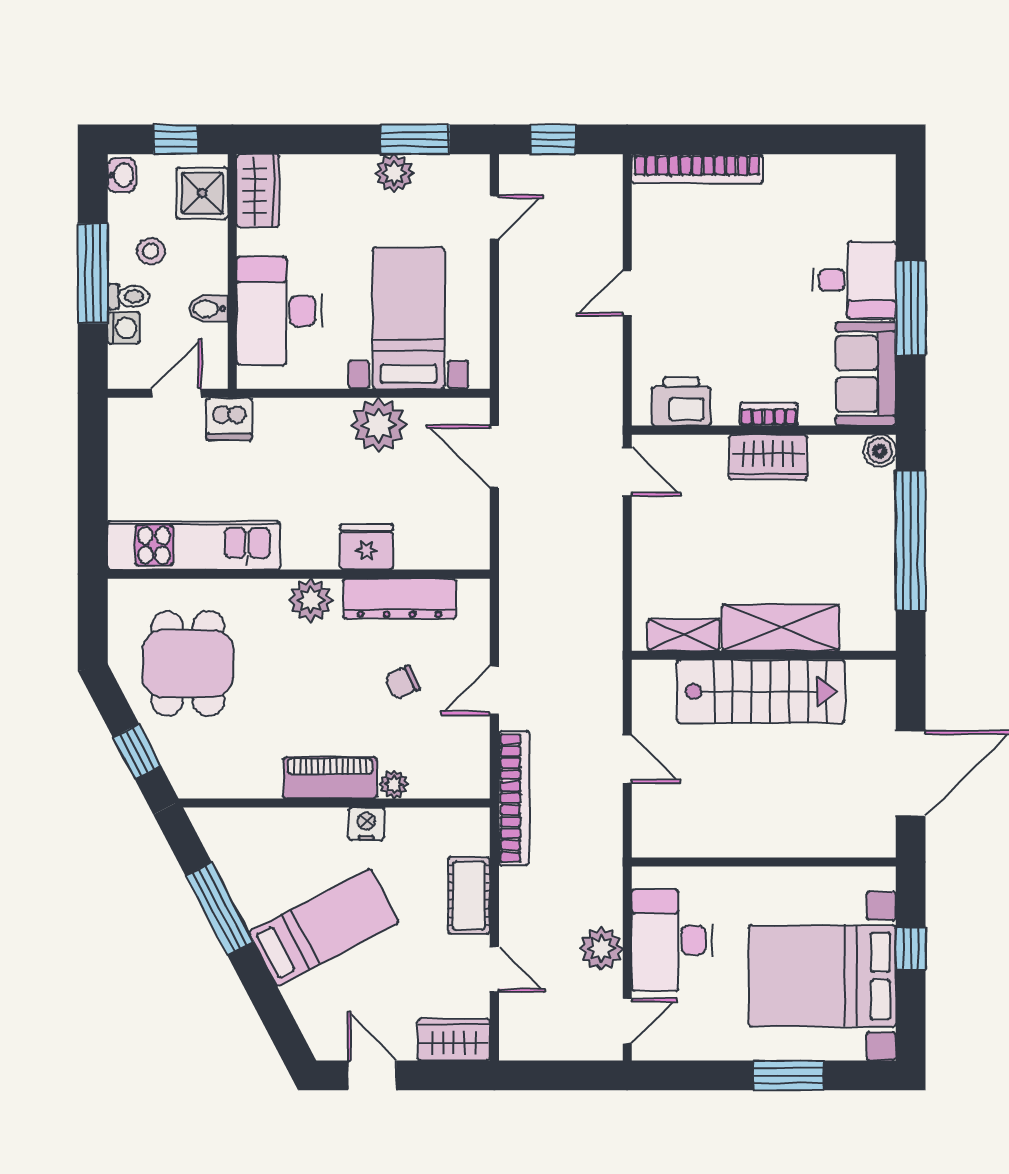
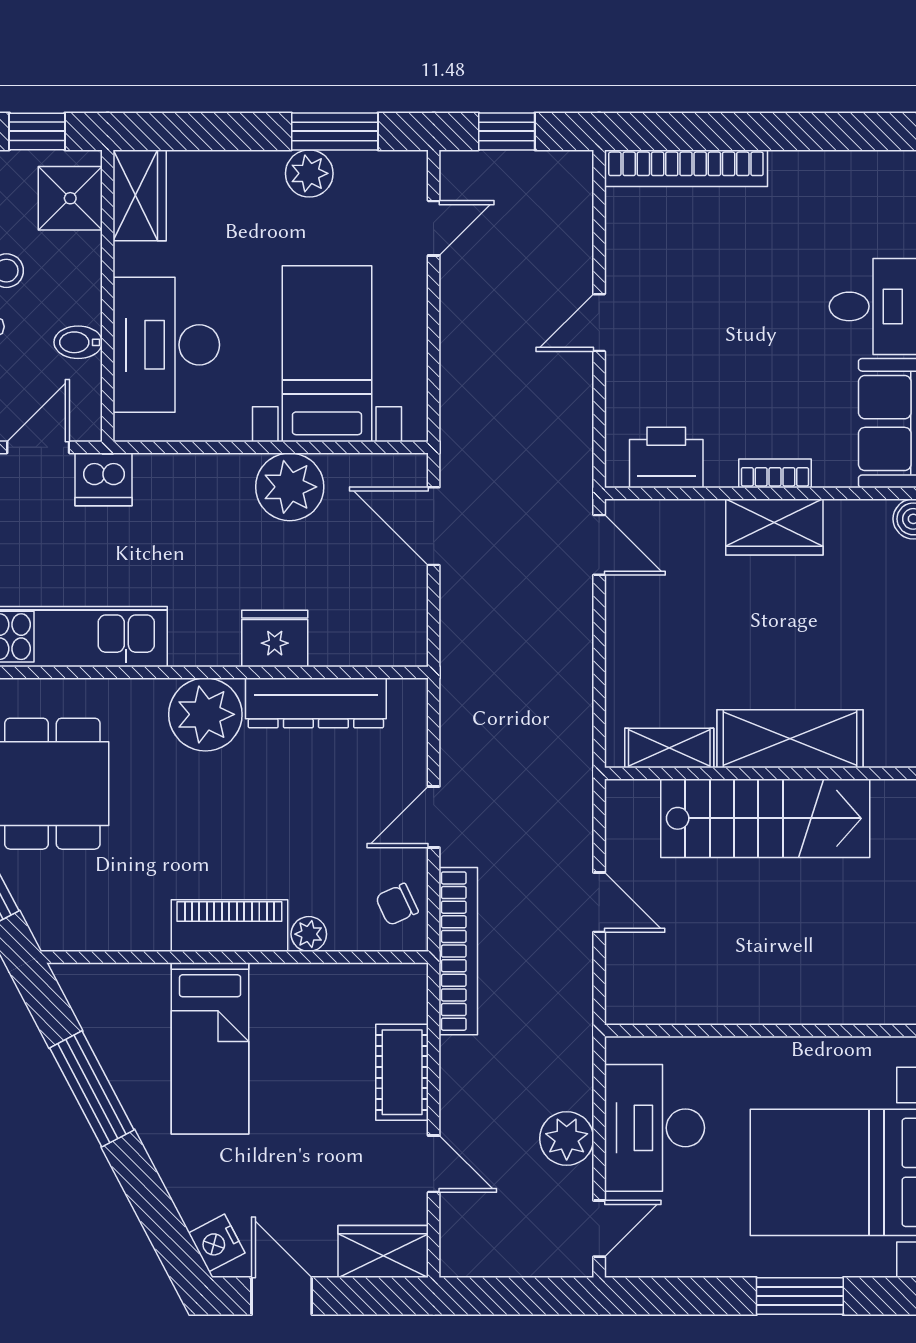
plant: (311, 600) -> (205, 714), width x1.36, depth x1.36
chair: (403, 682) -> (397, 904), moved
nightstand: (366, 824) -> (217, 1243), moved, turned -118
bed: (324, 927) -> (210, 1048), moved, turned 118

